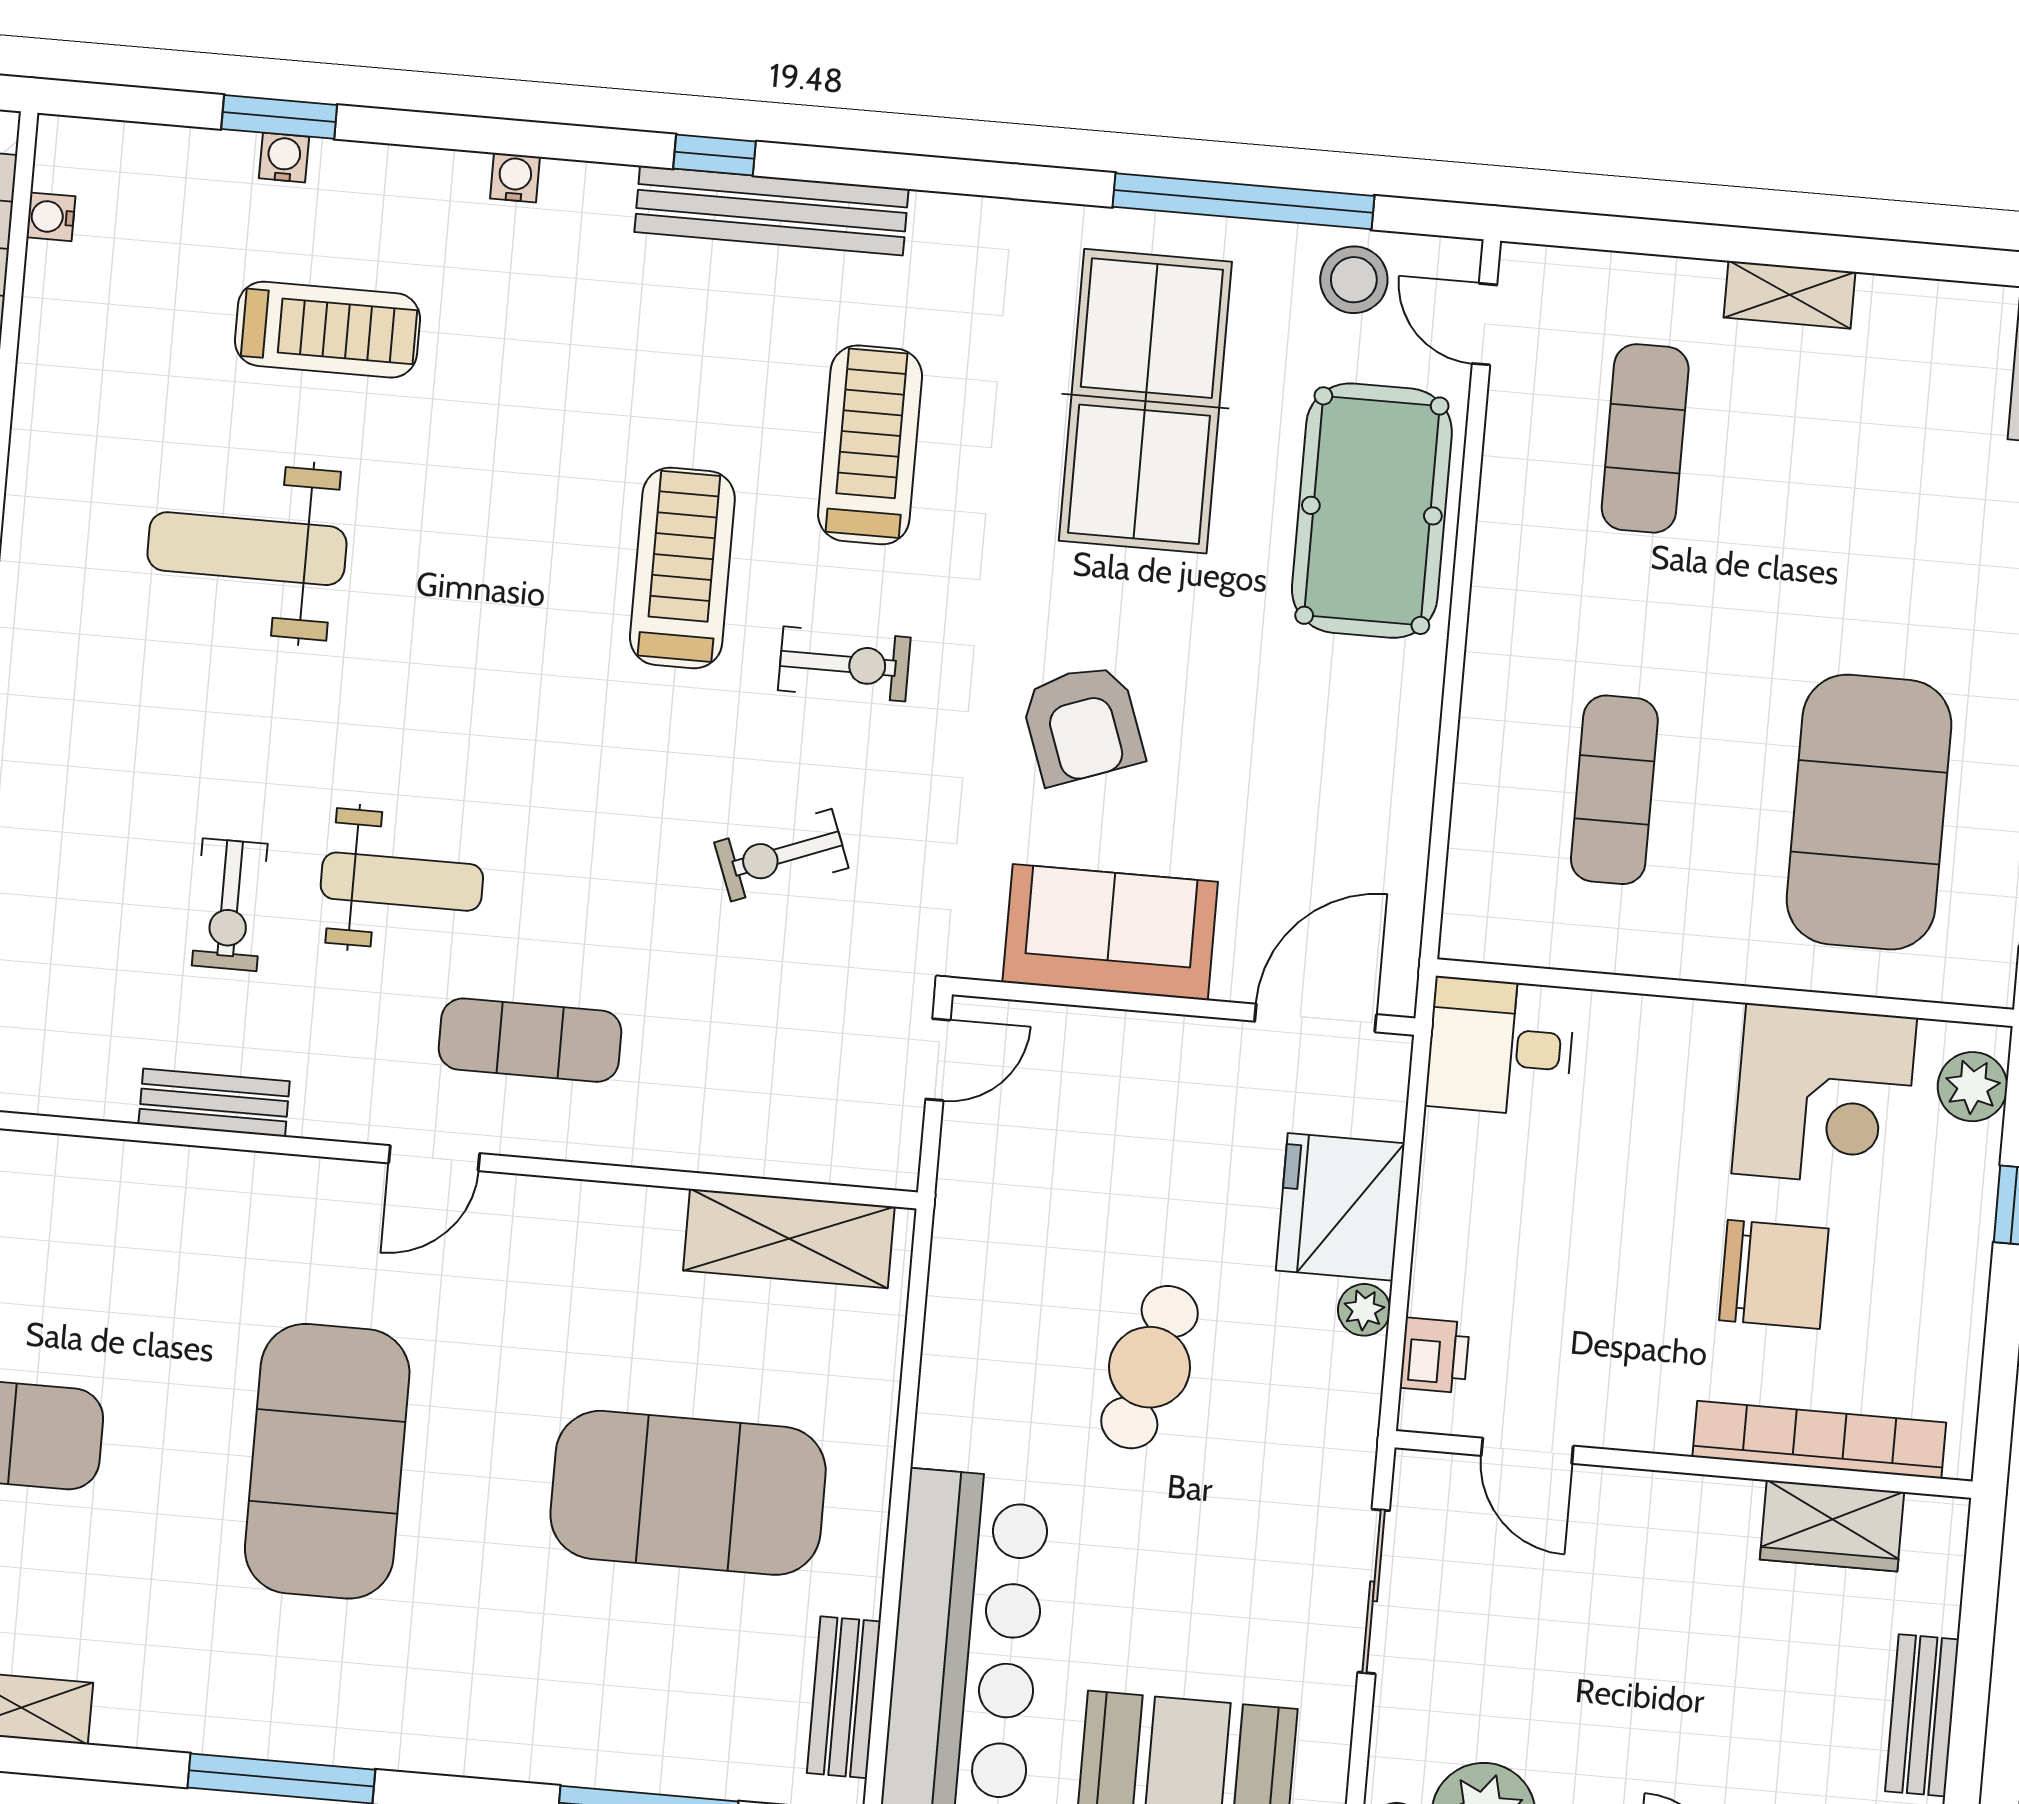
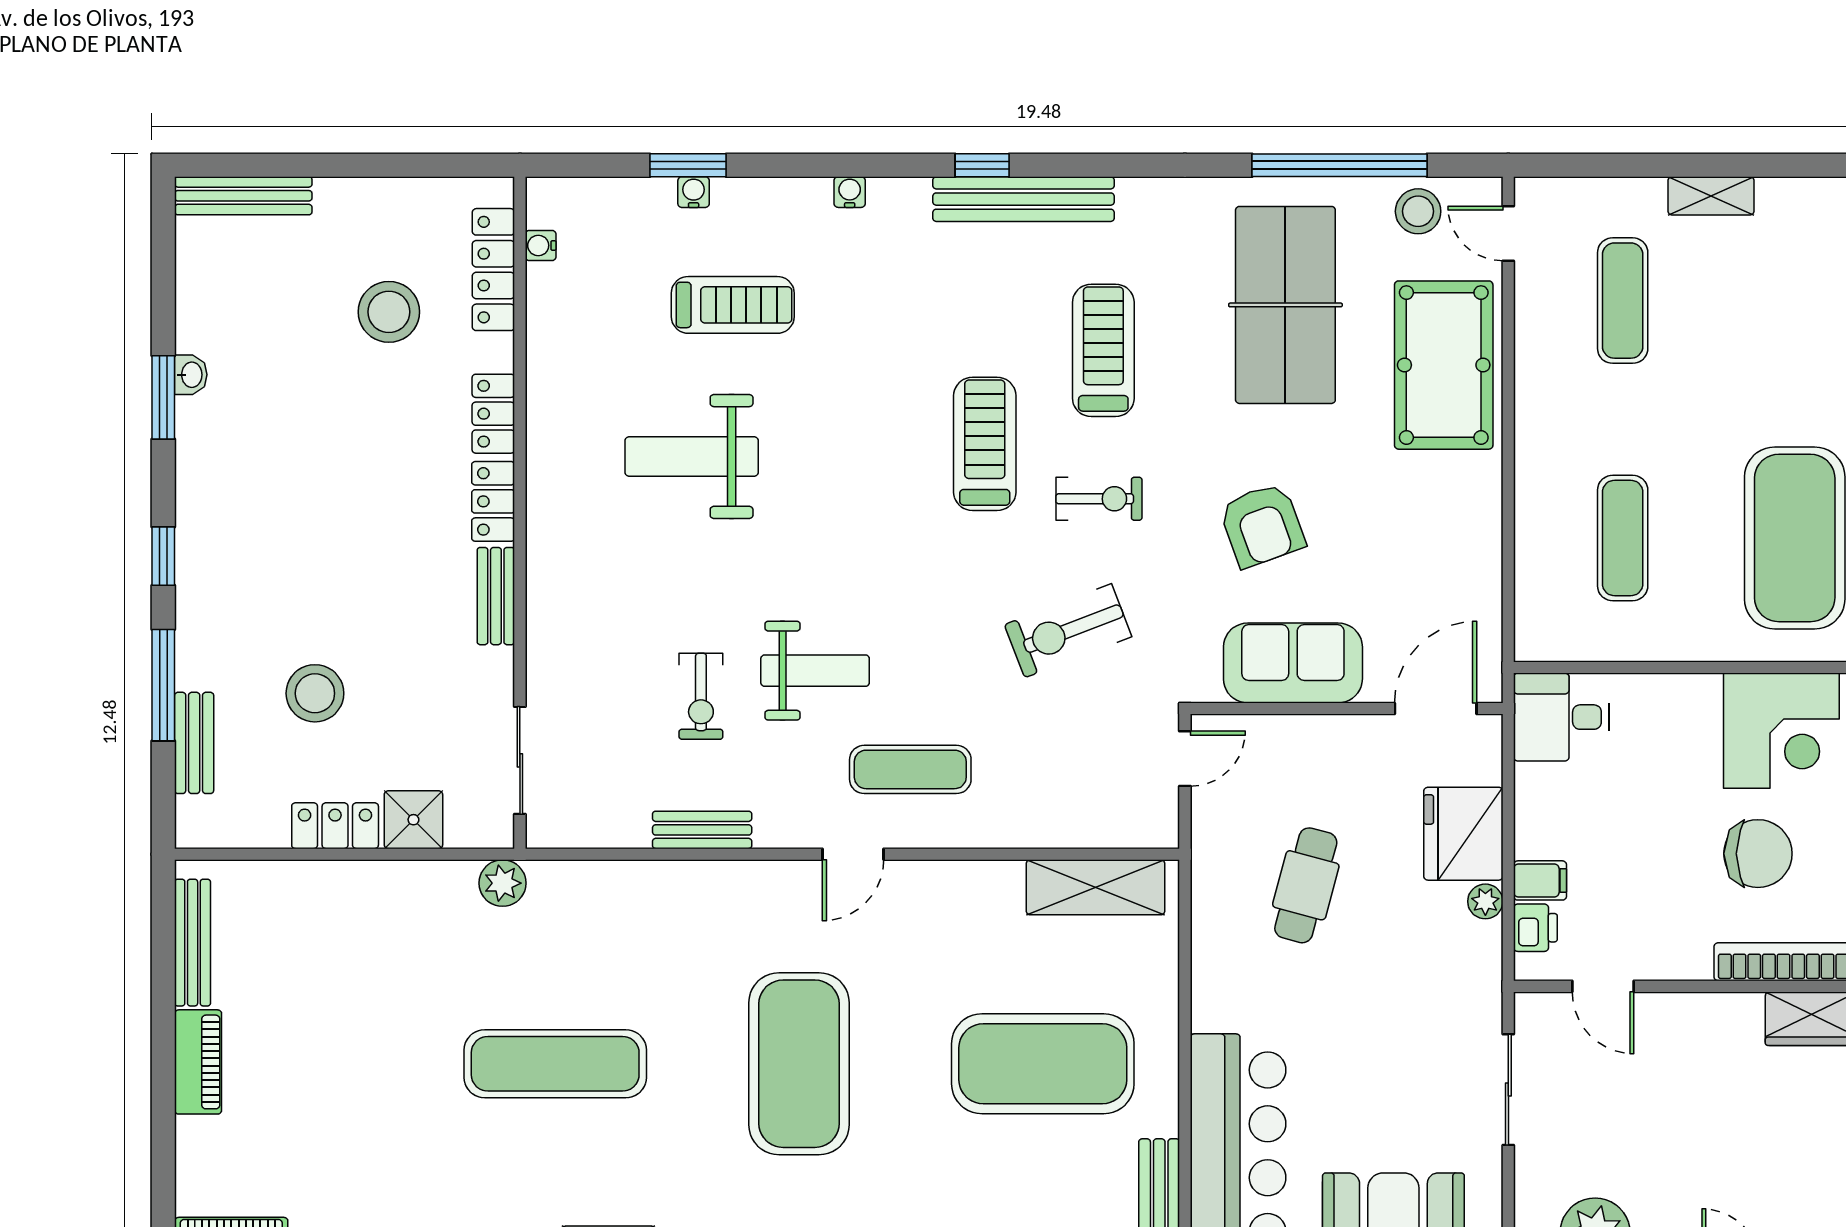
exercise bike: (781, 855) -> (1068, 631), width x1.38, depth x1.39
filing cabinet: (1448, 1286) -> (1540, 880), added
cafe table: (1149, 1367) -> (1306, 885), moved

